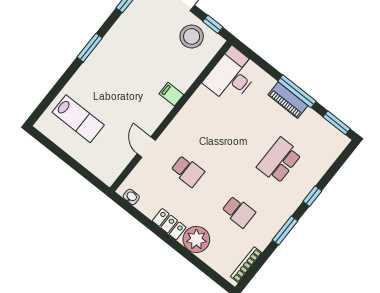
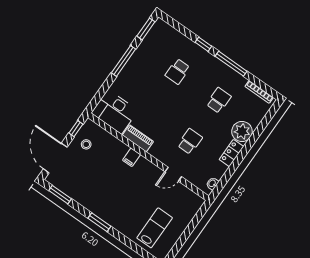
stool: (192, 36) -> (86, 144), width x0.53, depth x0.53
piano: (288, 100) -> (138, 138), moved, turned -90
school desk: (279, 161) -> (178, 71), width x0.54
window: (285, 230) -> (231, 64), width x1.44

